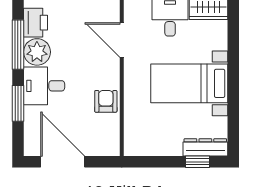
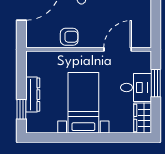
dresser: (205, 147) -> (33, 95), moved

